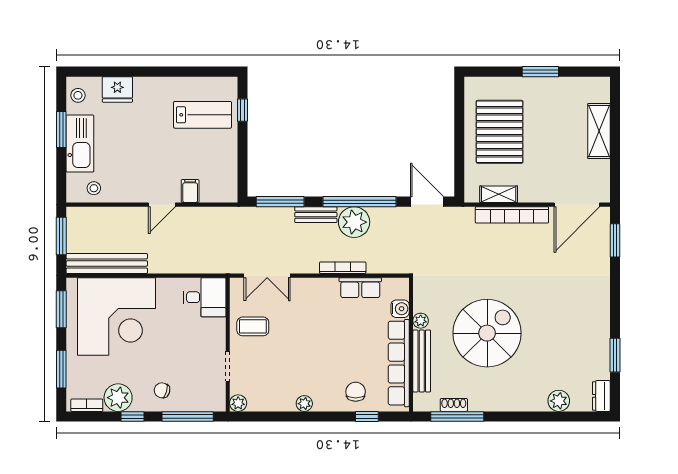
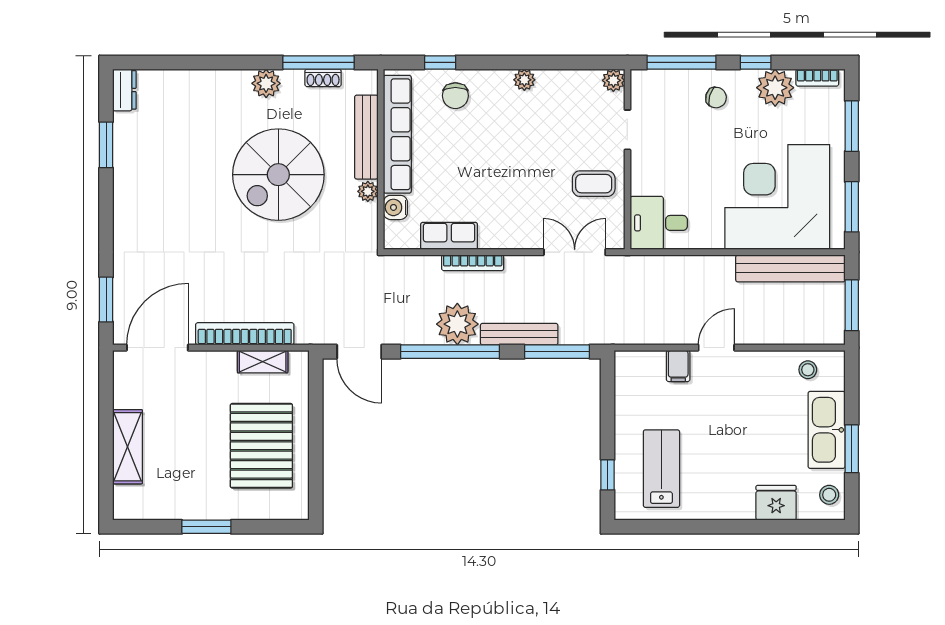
lab bench: (203, 115) -> (661, 469), turned 90
bench: (316, 215) -> (519, 334), width x1.36
plant: (559, 401) -> (266, 83), moved

